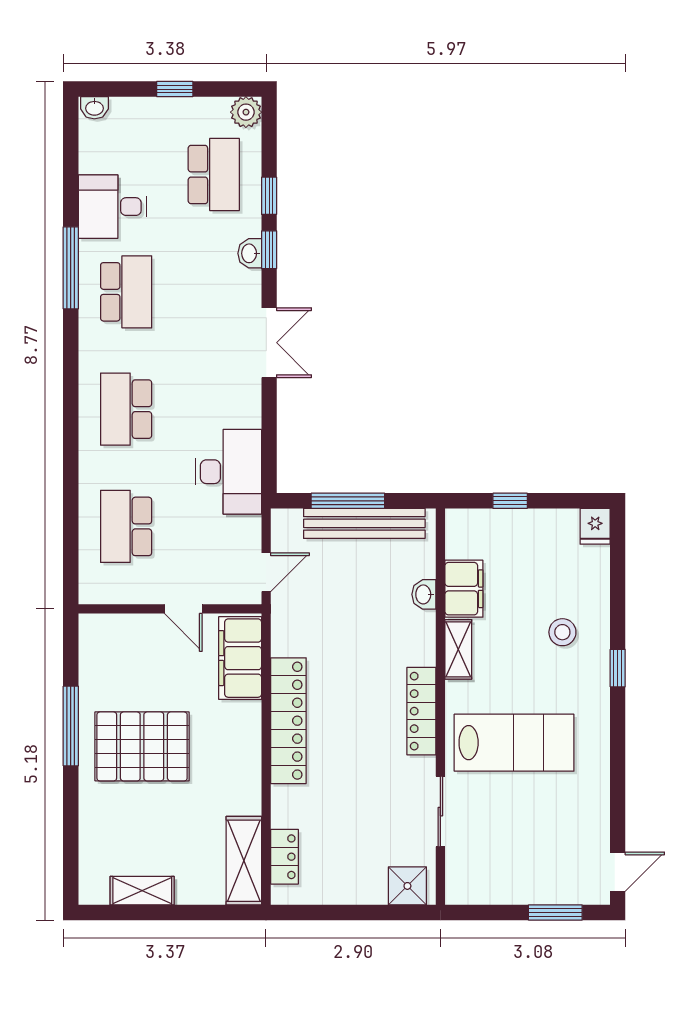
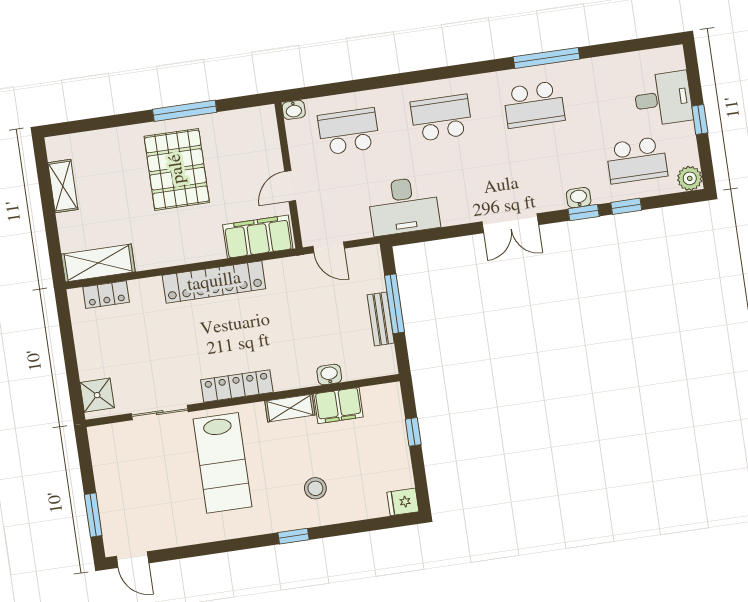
washbasin: (94, 108) -> (294, 110), moved, turned -90
desk: (112, 207) -> (663, 99), moved, turned 90
bench: (364, 523) -> (381, 319), width x0.54, depth x0.82

